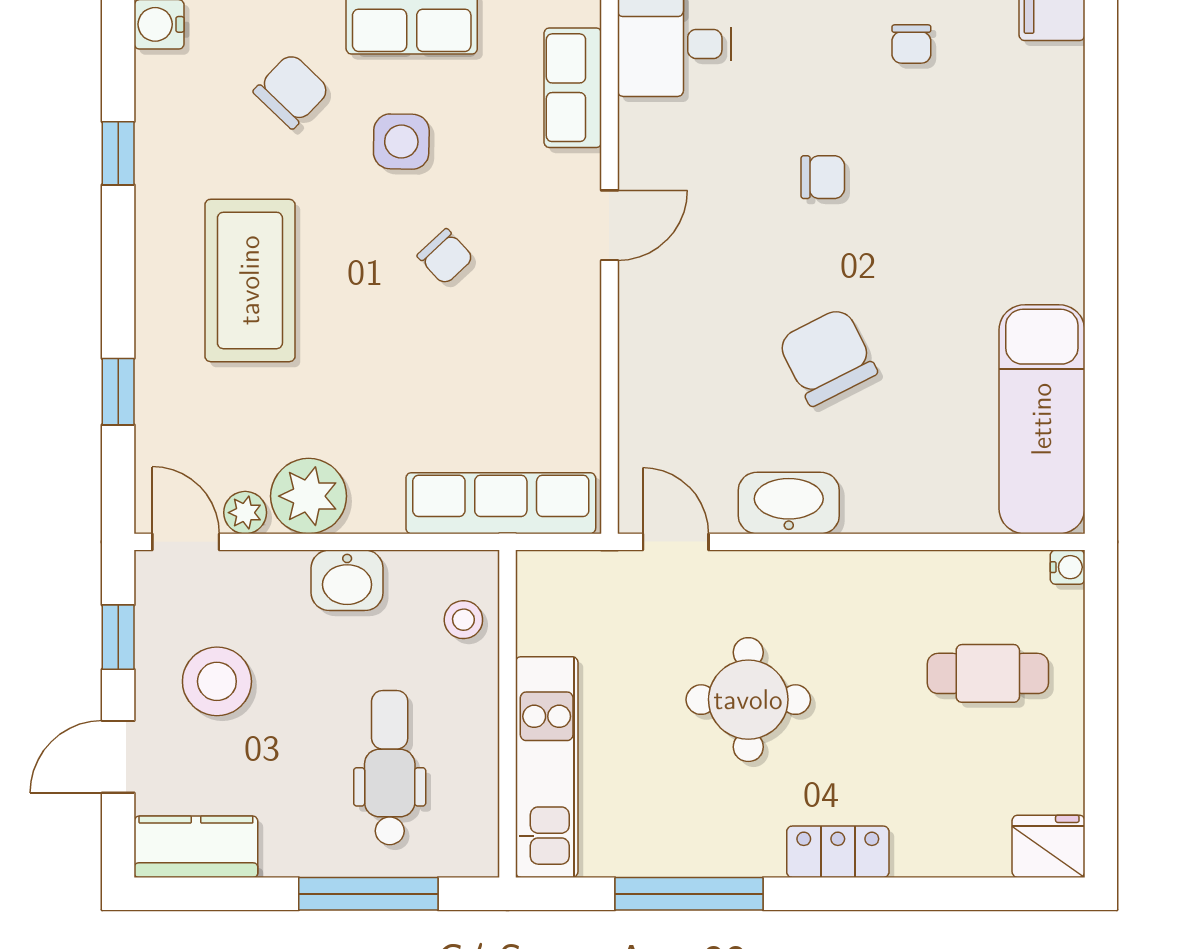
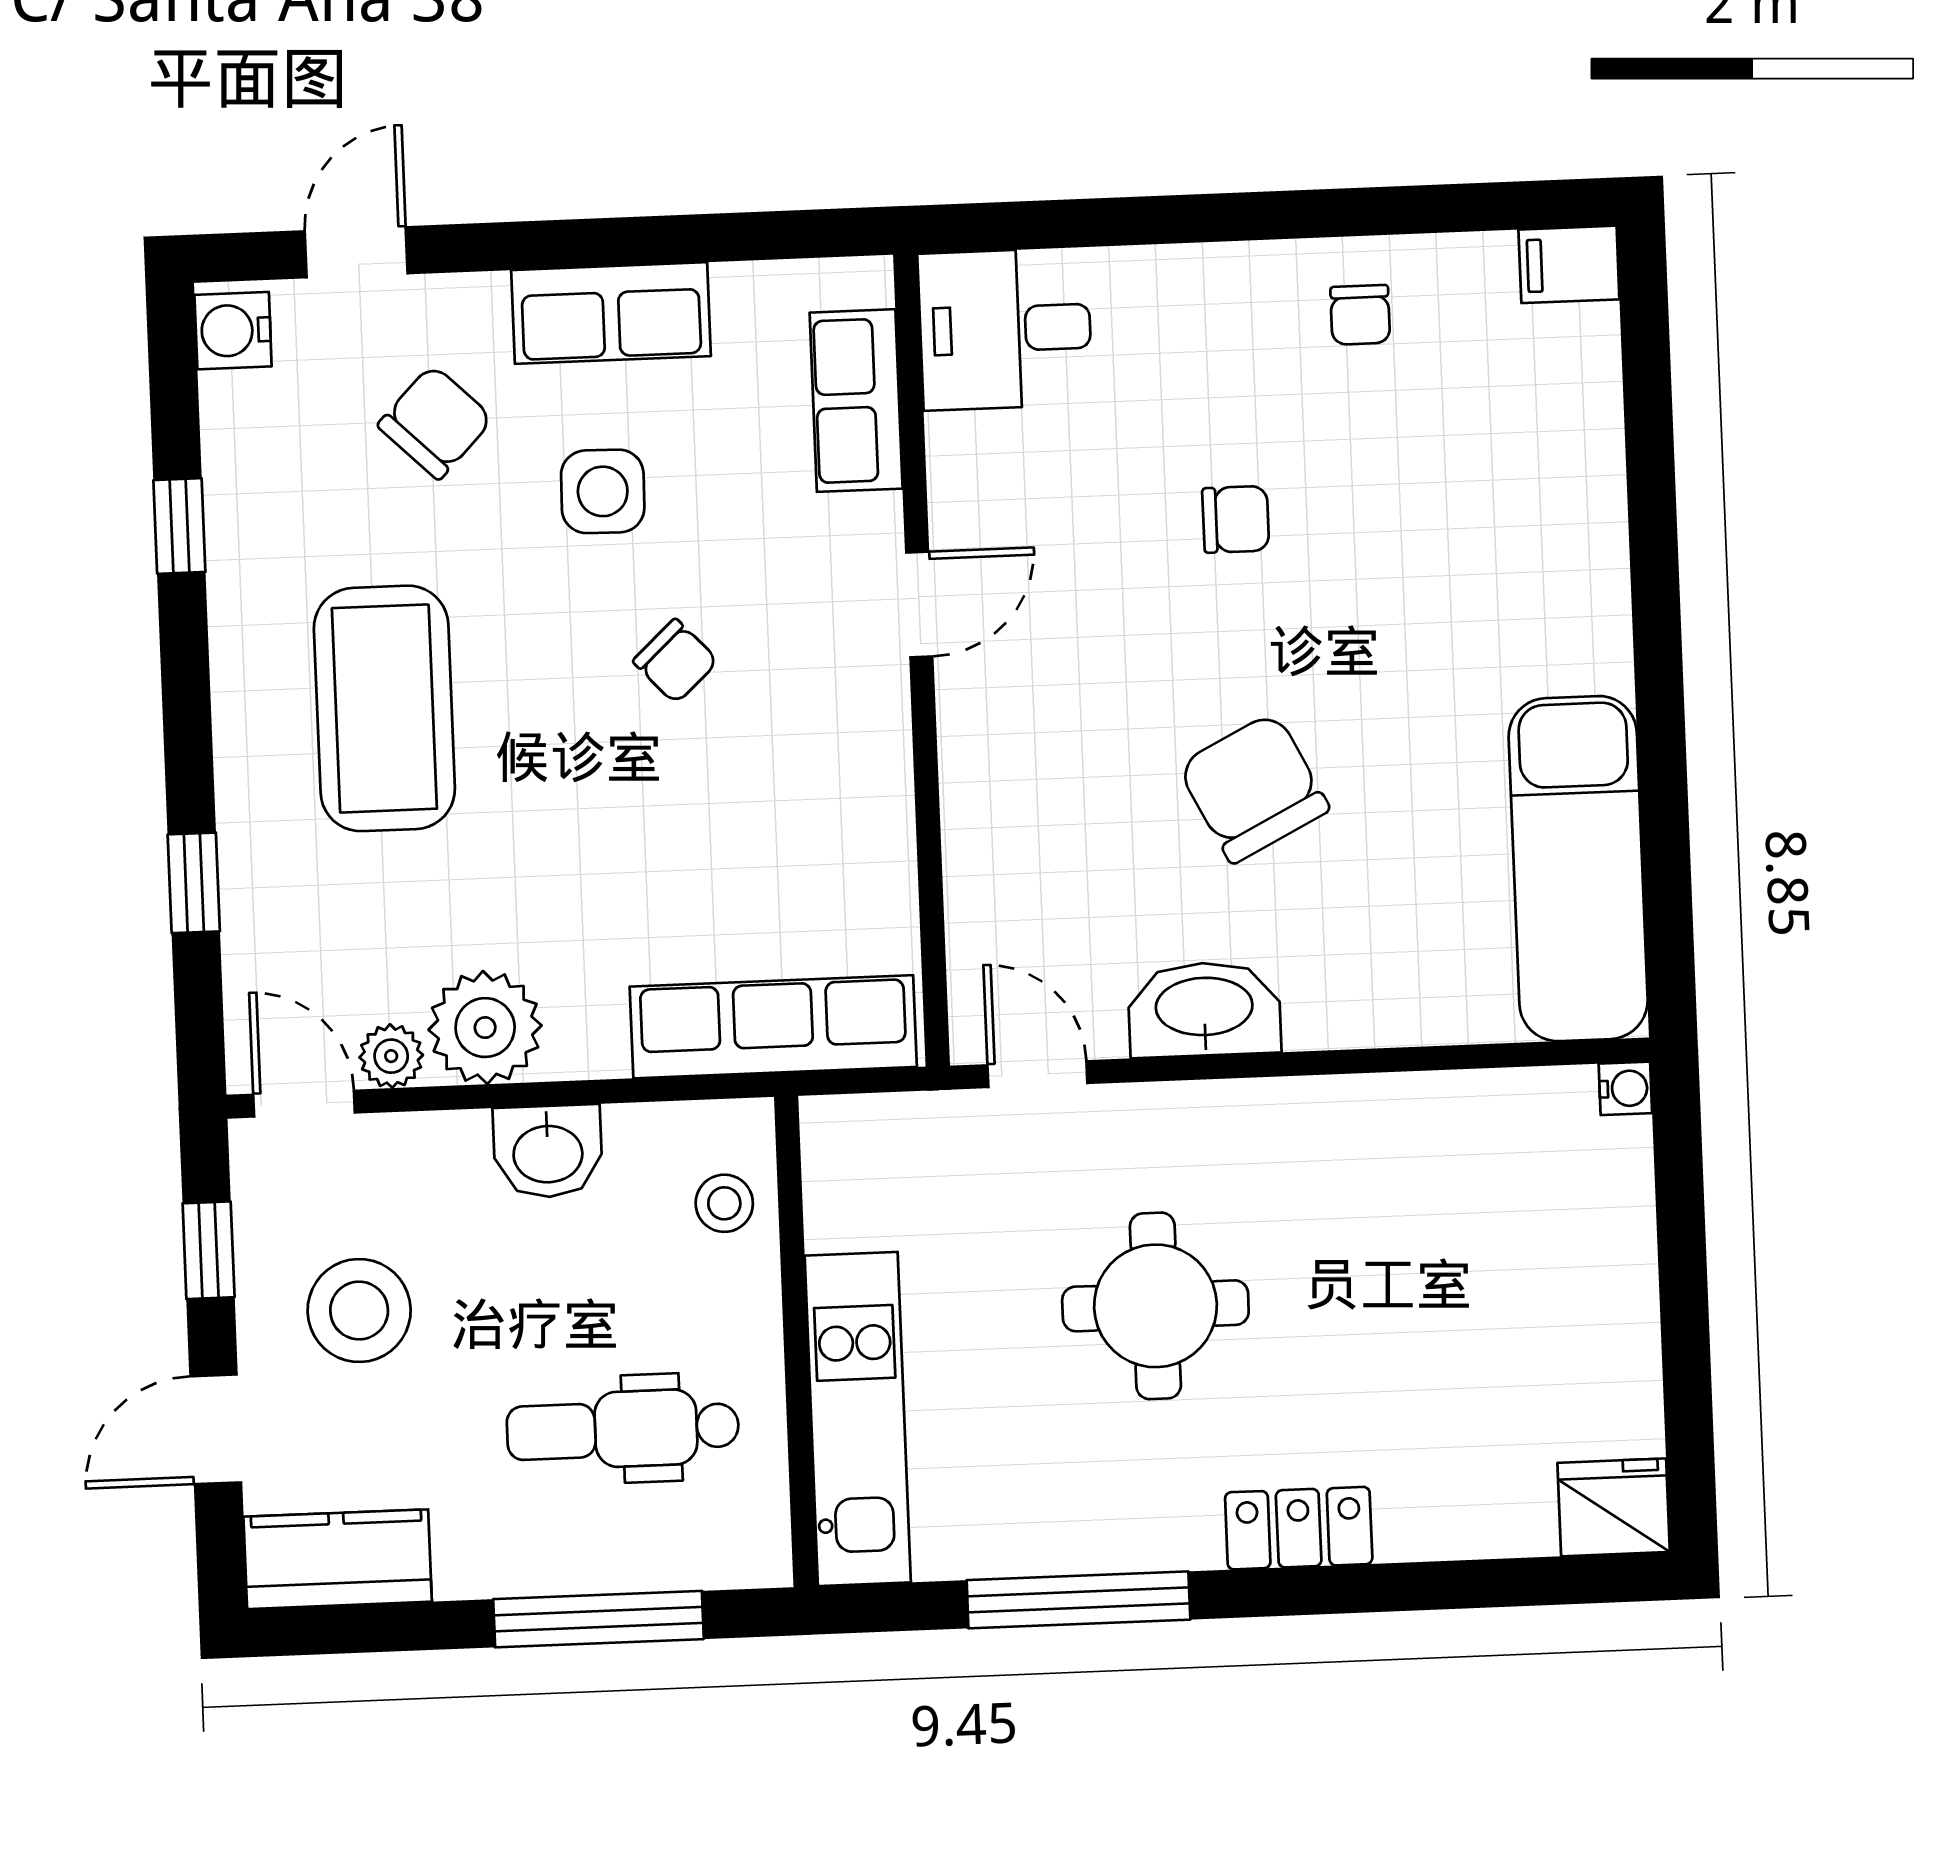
cafe table: (988, 673) -> (1513, 1252), removed
dental chair: (390, 768) -> (623, 1429), turned -90

